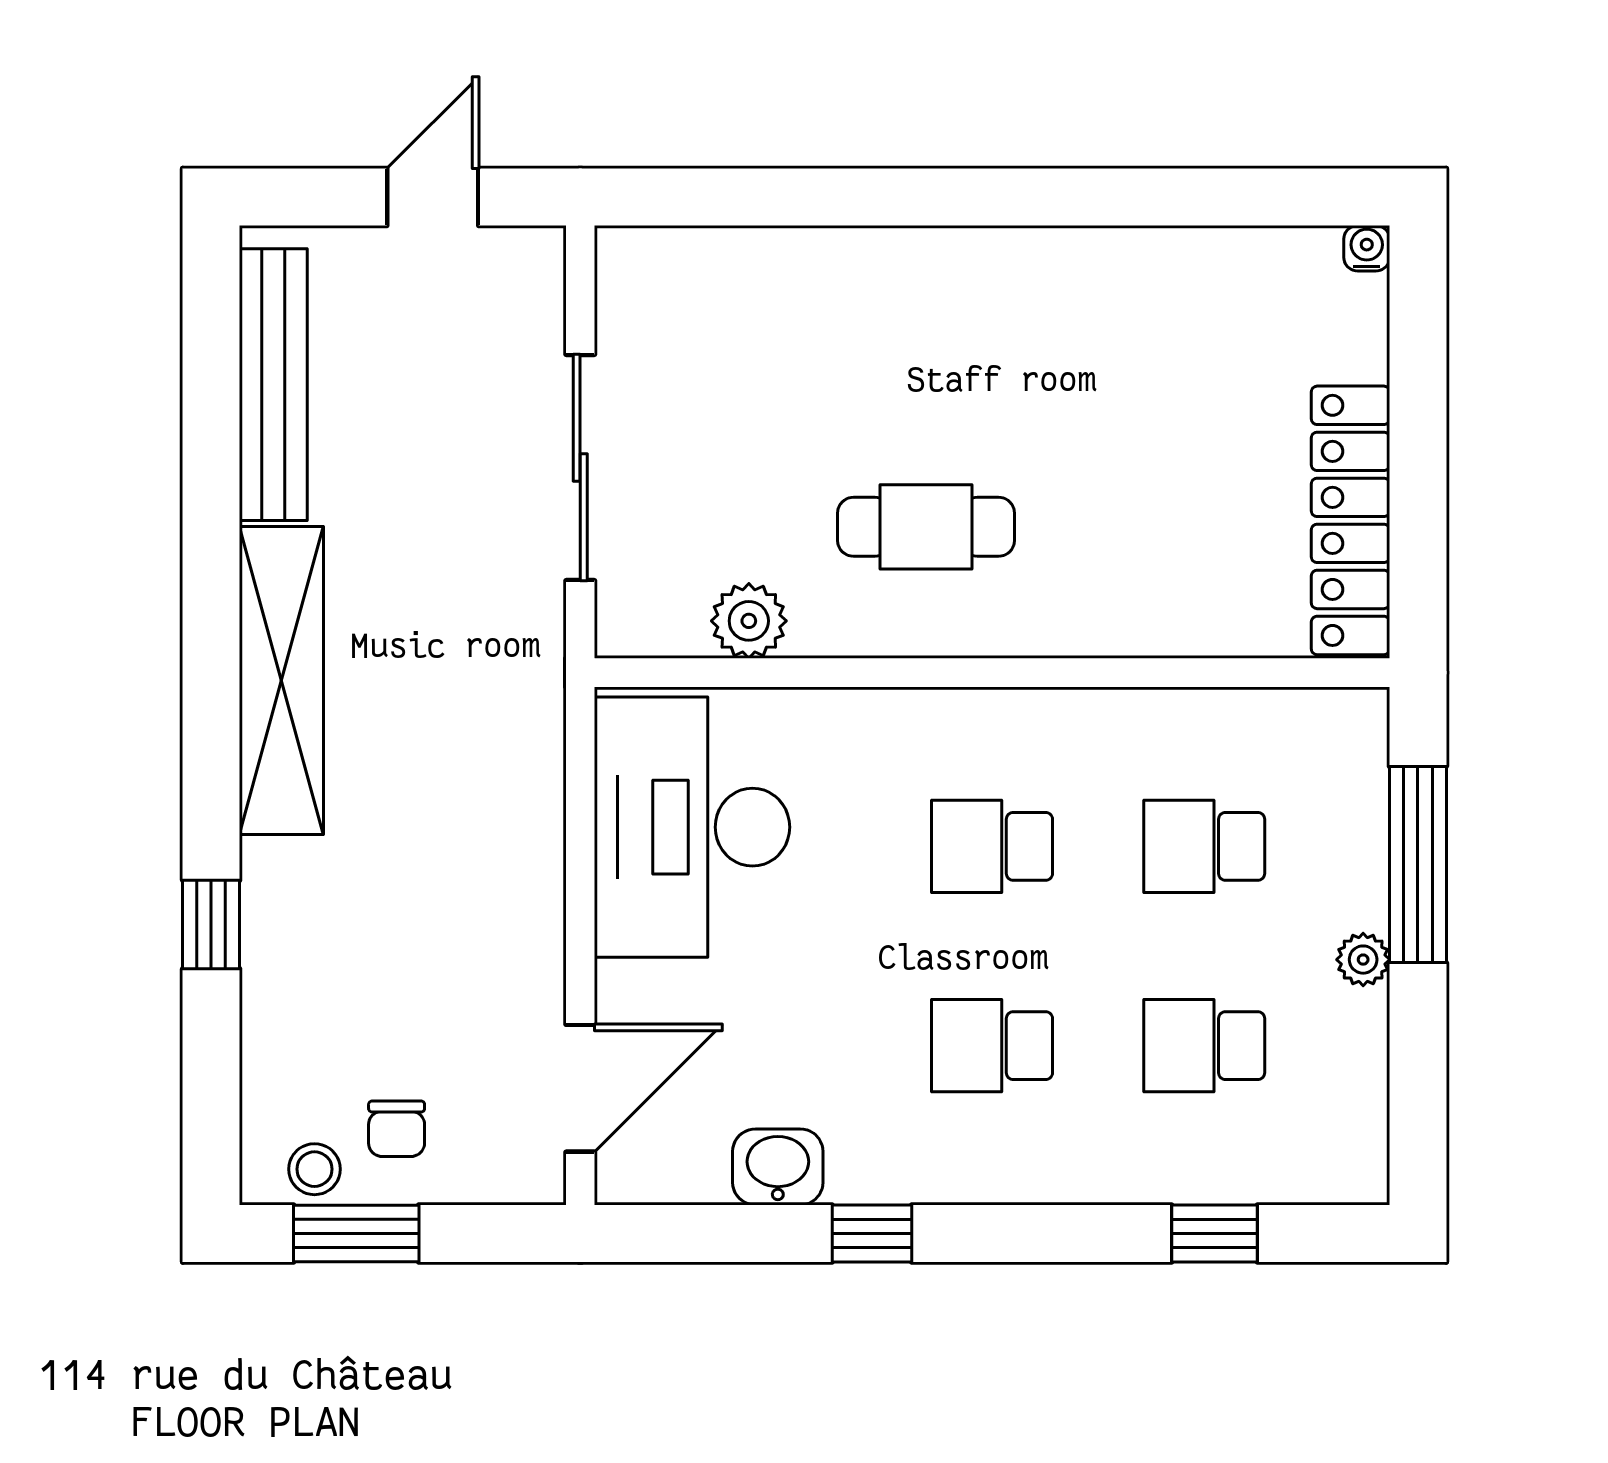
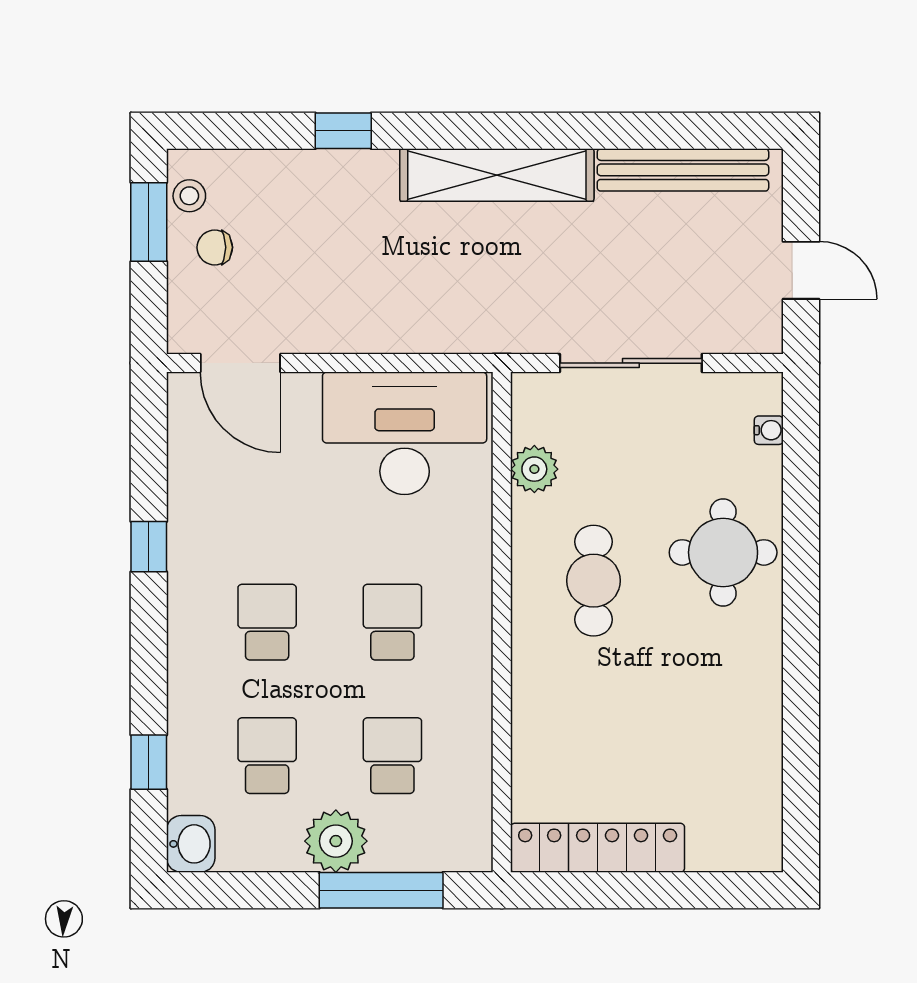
water cooler: (1367, 248) -> (769, 430), moved
round table: (881, 321) -> (723, 552), added
plant: (1363, 960) -> (336, 841), width x1.88, depth x1.88
washbasin: (778, 1167) -> (191, 844), moved

